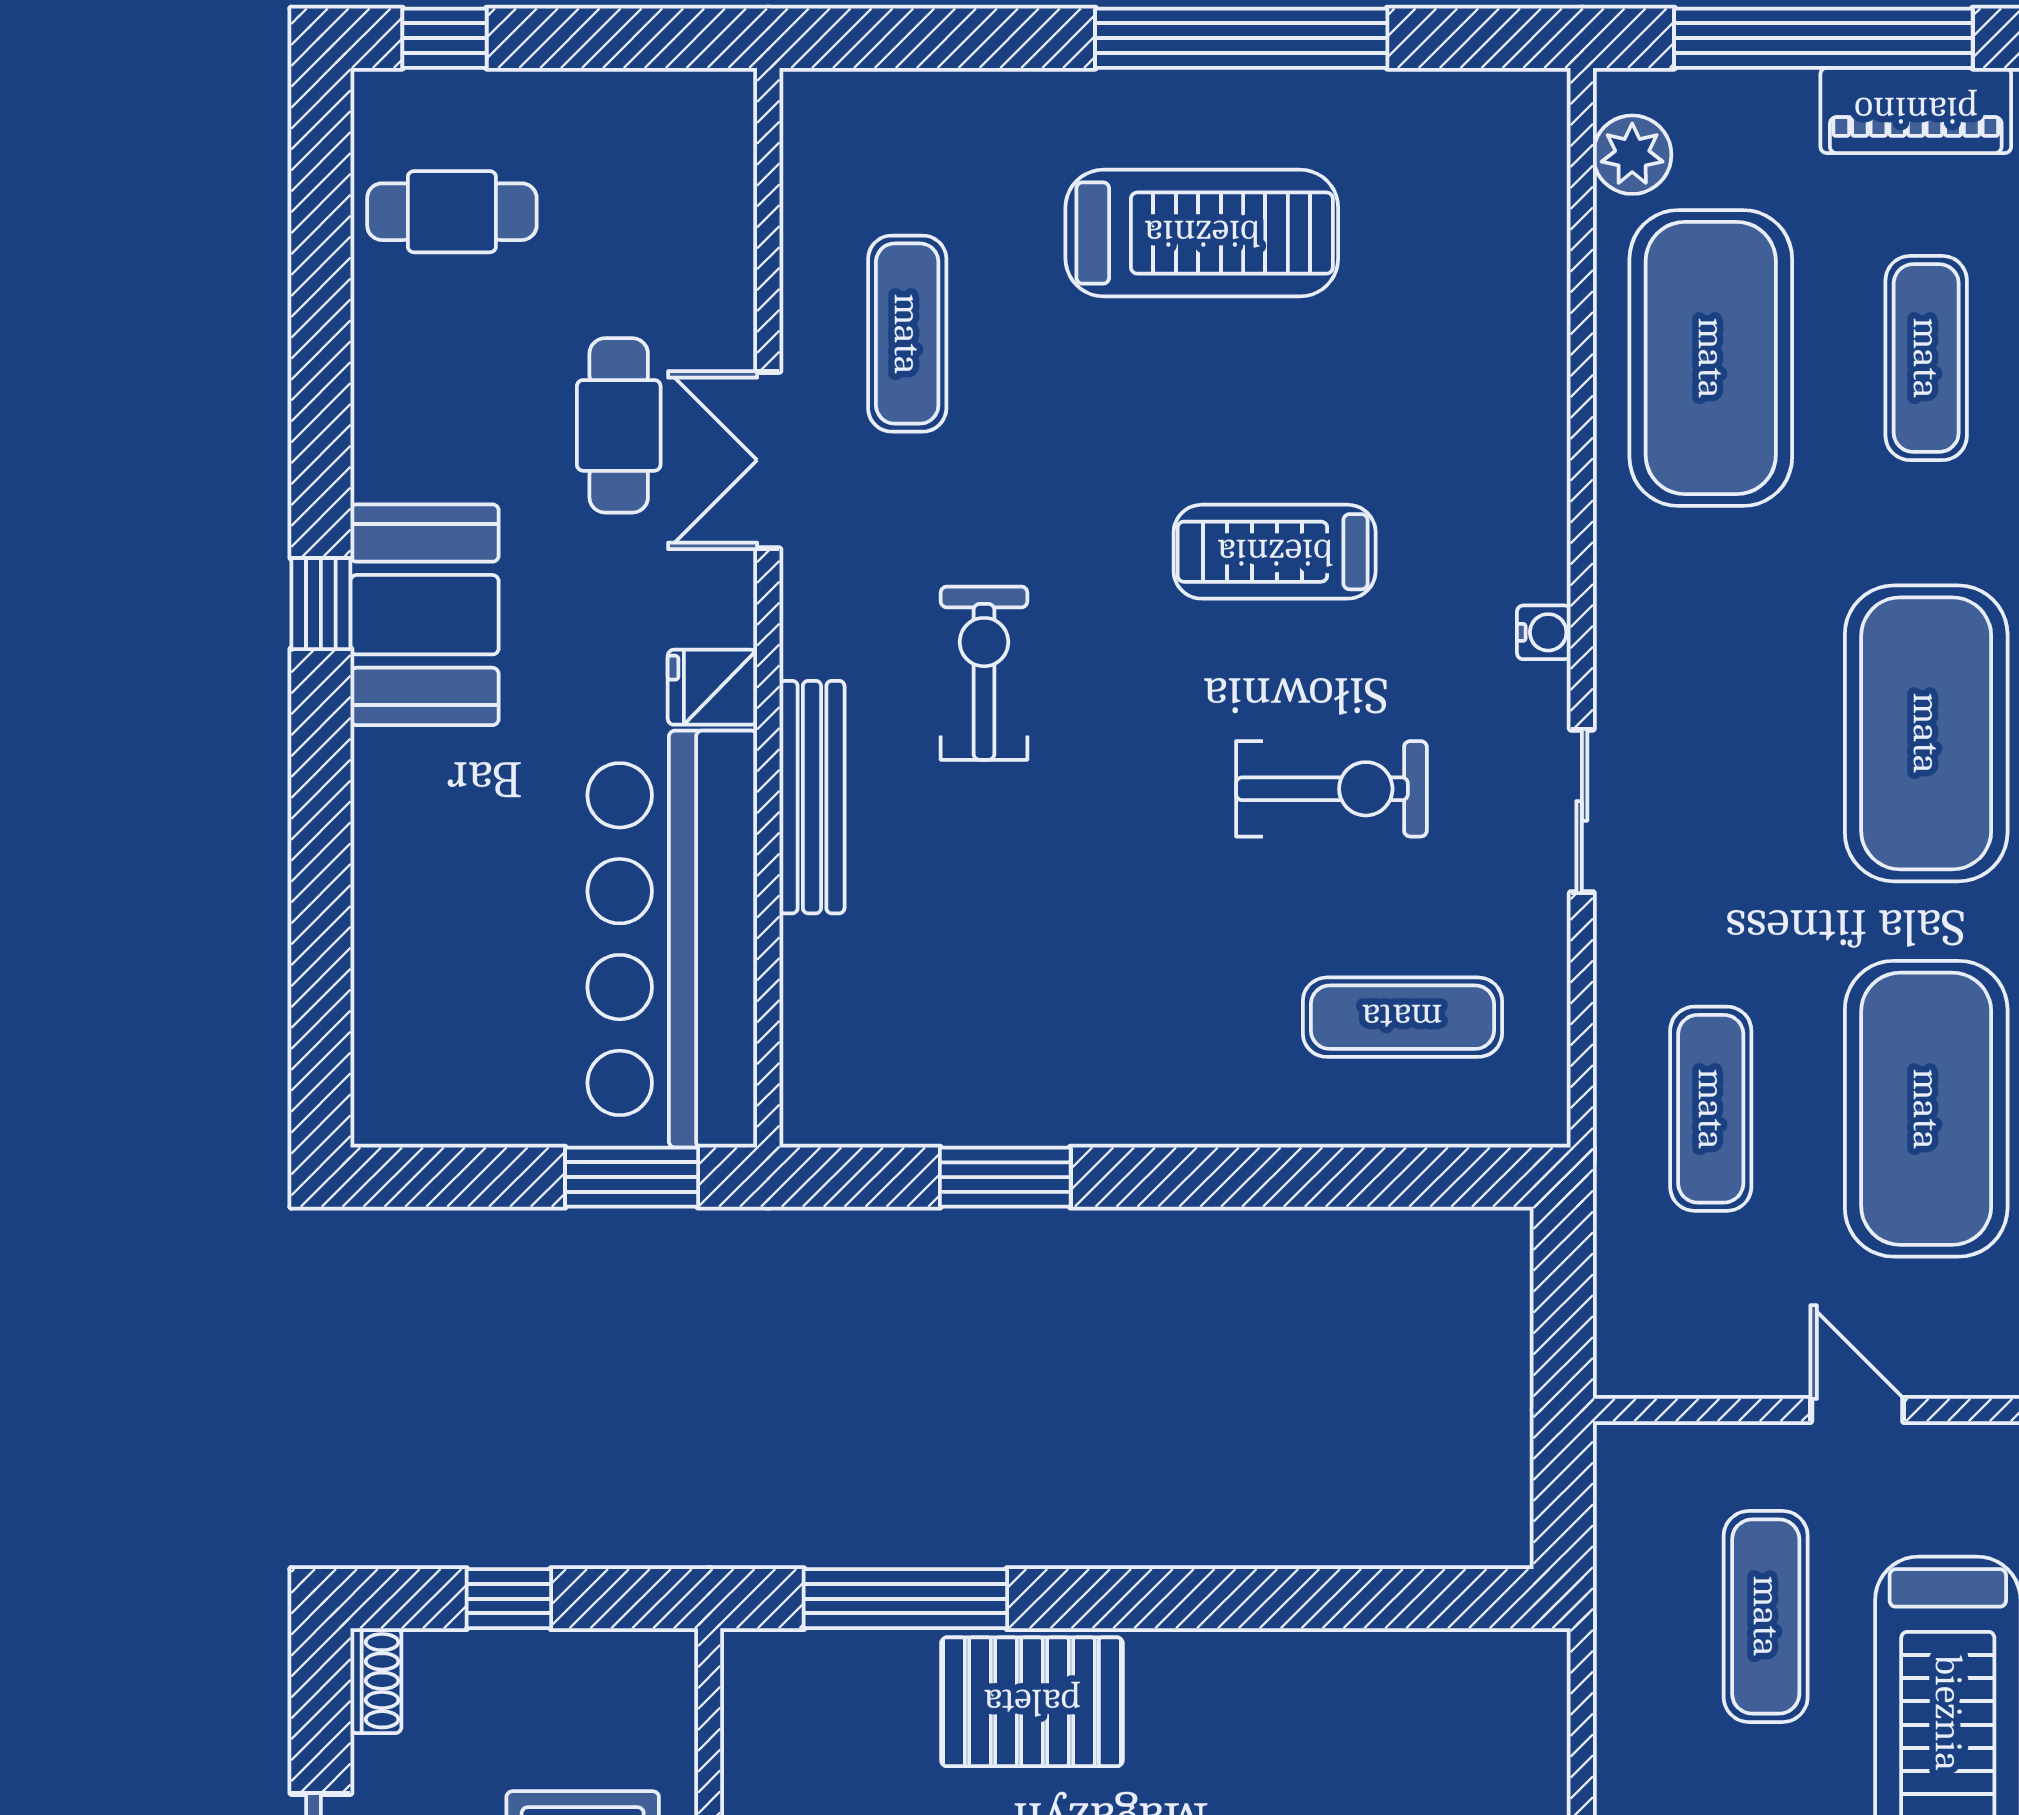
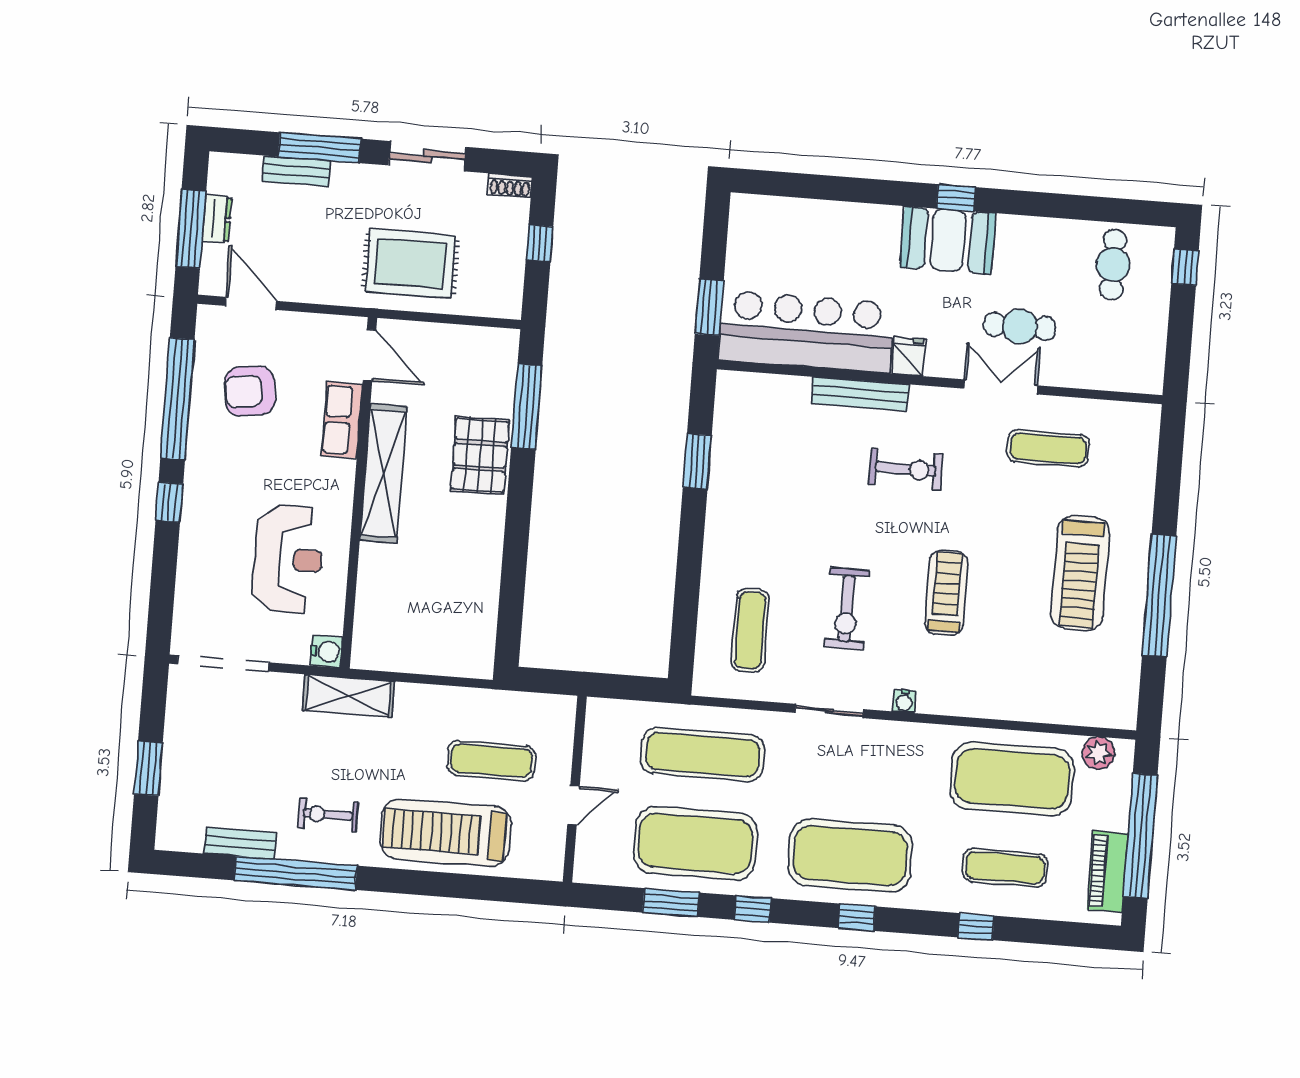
exercise mat: (1711, 1109) -> (702, 755), width x1.36, depth x1.45

